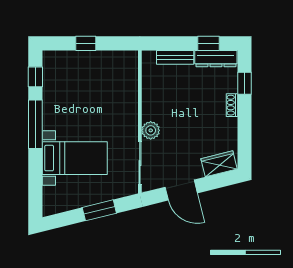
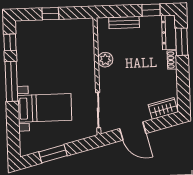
dresser: (216, 59) -> (169, 32), moved, turned 90
window: (244, 83) -> (182, 42), width x1.50
plant: (151, 130) -> (105, 60), moved
window: (99, 210) -> (53, 154), moved

